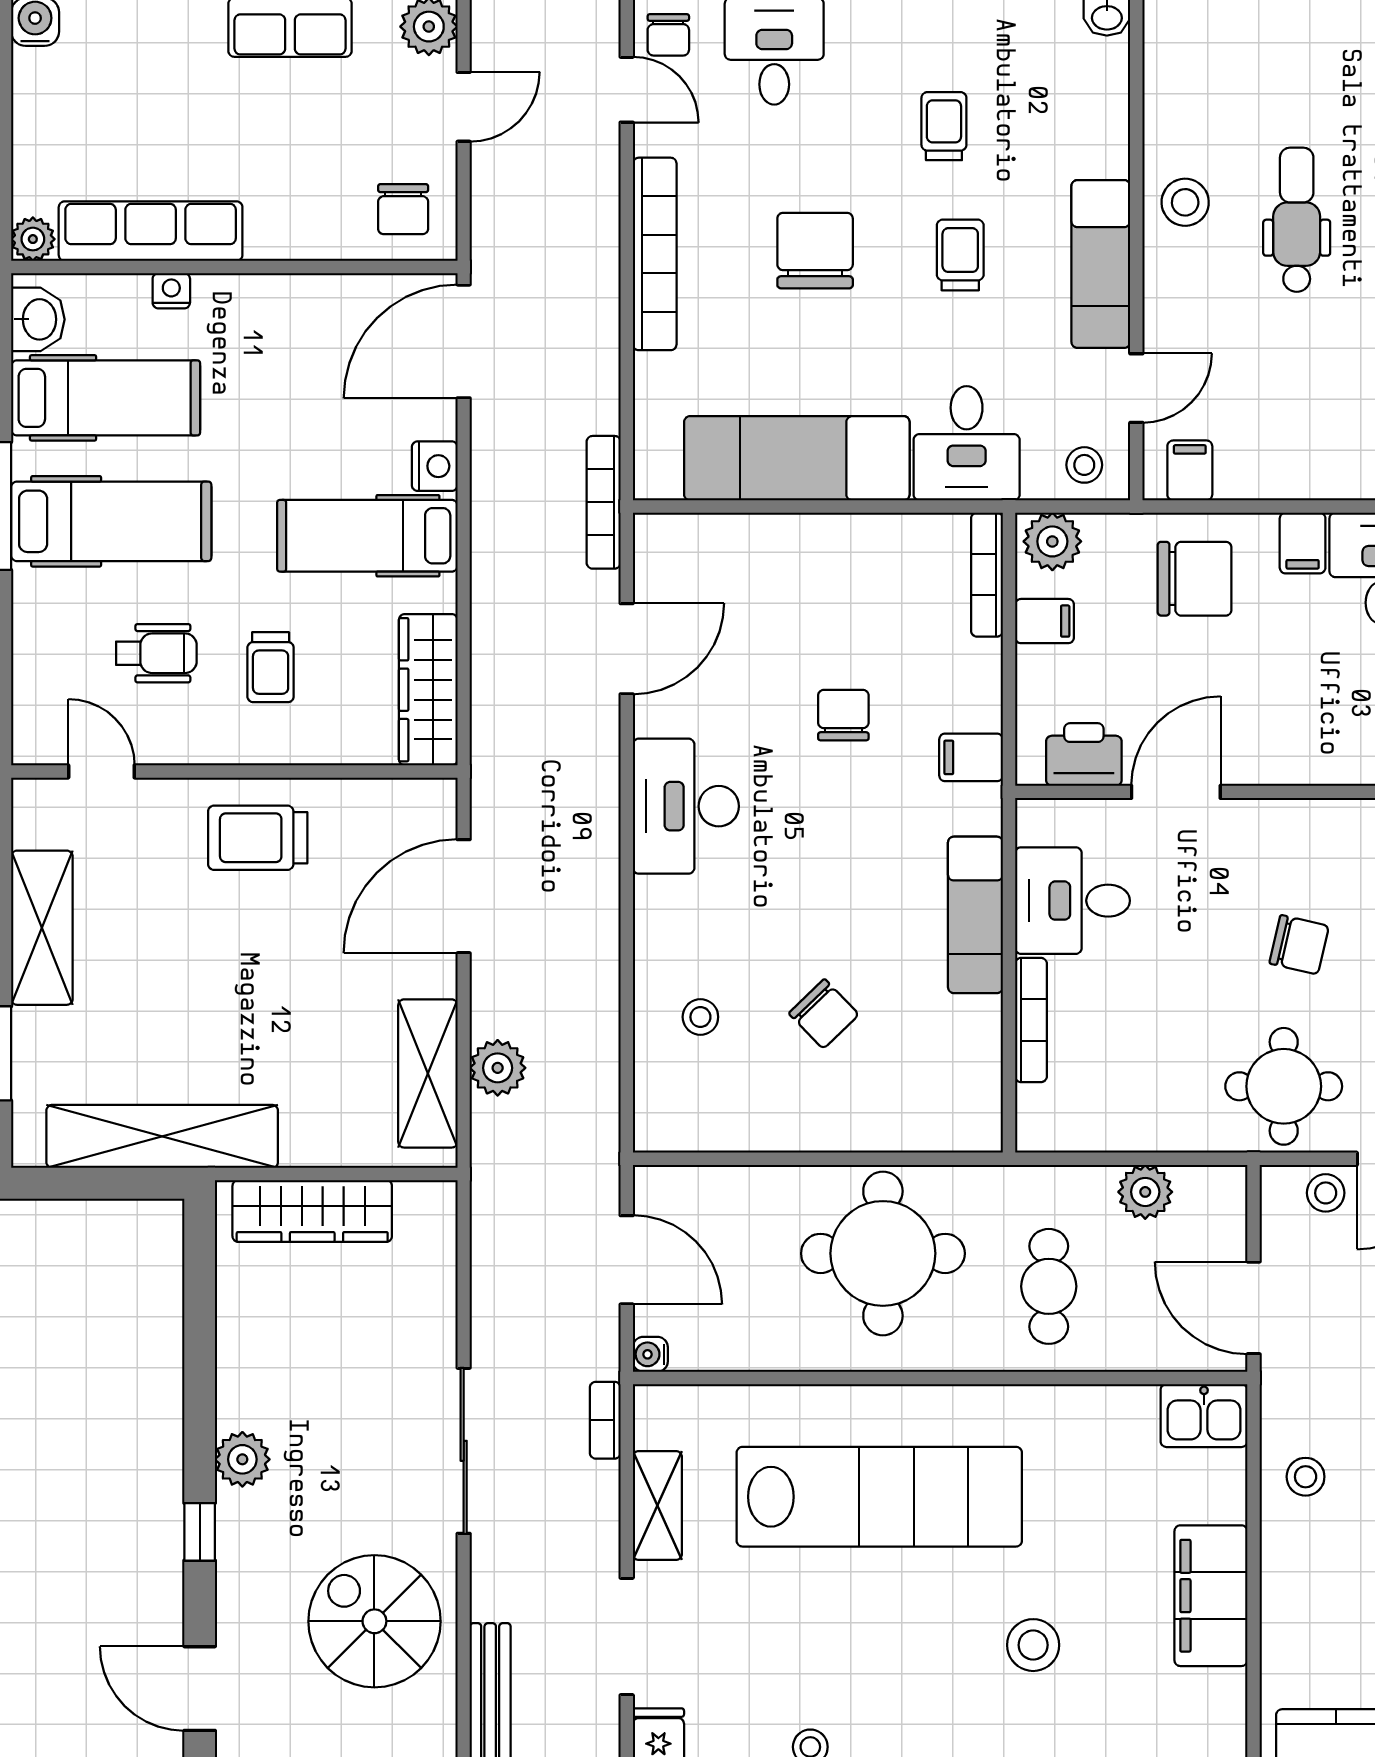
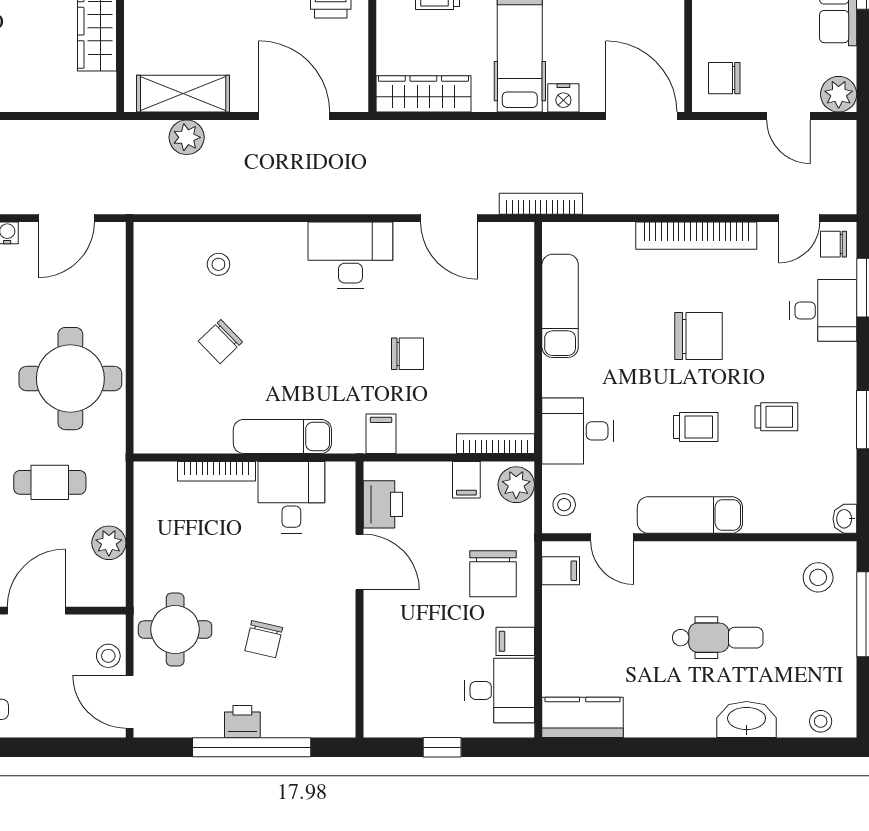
stool: (1185, 202) -> (818, 577), moved
exam couch: (797, 458) -> (560, 306), width x0.73, depth x0.69

